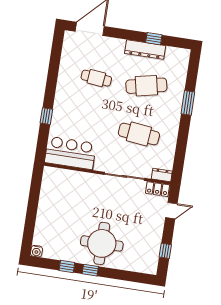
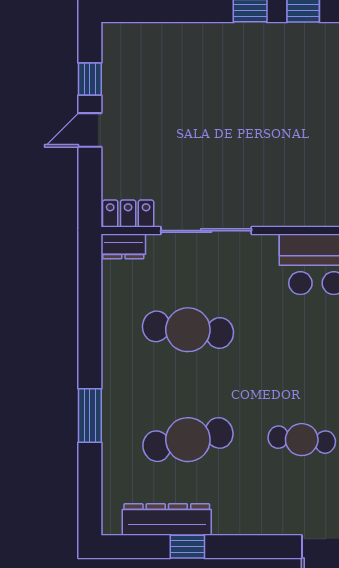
dresser: (145, 50) -> (167, 519), moved
door: (171, 211) -> (90, 130), moved
round table: (102, 243) -> (233, 74), removed

